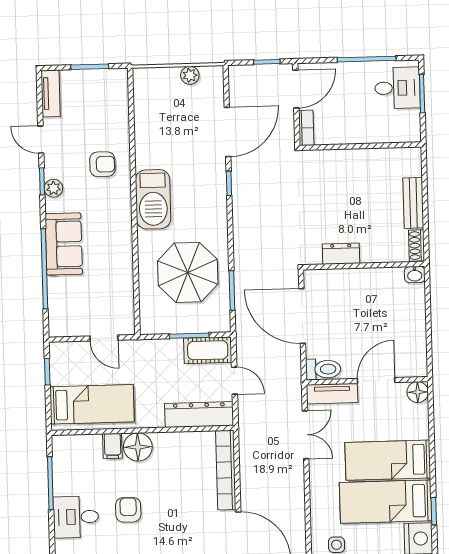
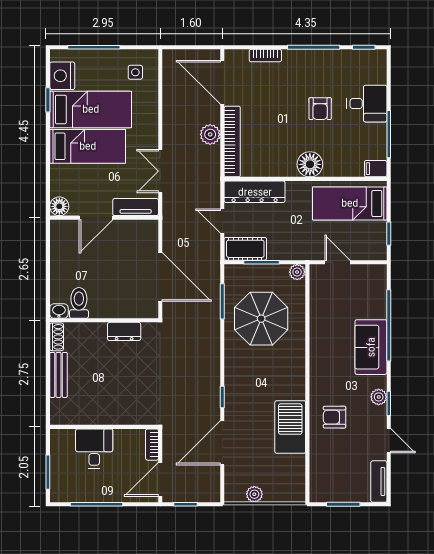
desk: (397, 88) -> (94, 449), moved, turned 90
barbecue: (153, 199) -> (290, 427), moved
plant: (149, 326) -> (297, 272), added
toilet: (323, 369) -> (79, 303), moved, turned 90
filing cabinet: (112, 446) -> (376, 169), moved, turned -90
plant: (251, 477) -> (210, 134), added

